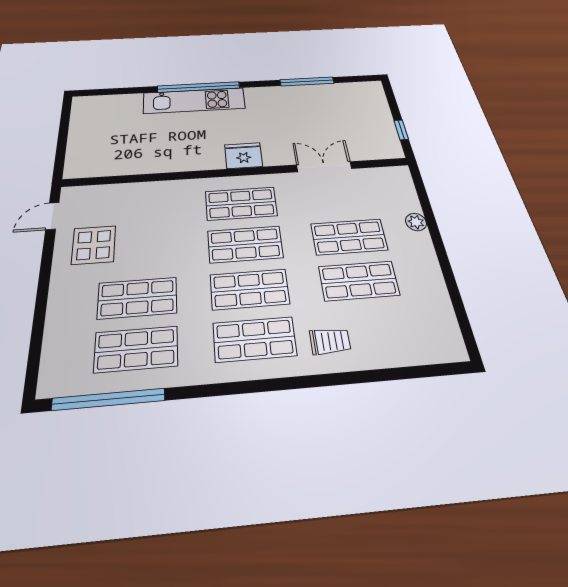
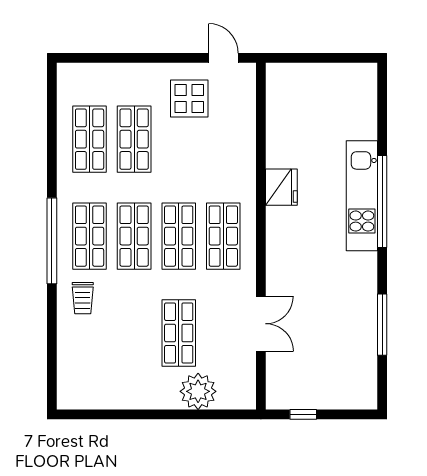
fridge: (243, 156) -> (281, 187), moved
plant: (416, 222) -> (198, 391), width x1.87, depth x1.87
shop shelf: (359, 281) -> (134, 333), removed
window: (109, 399) -> (52, 241), moved

